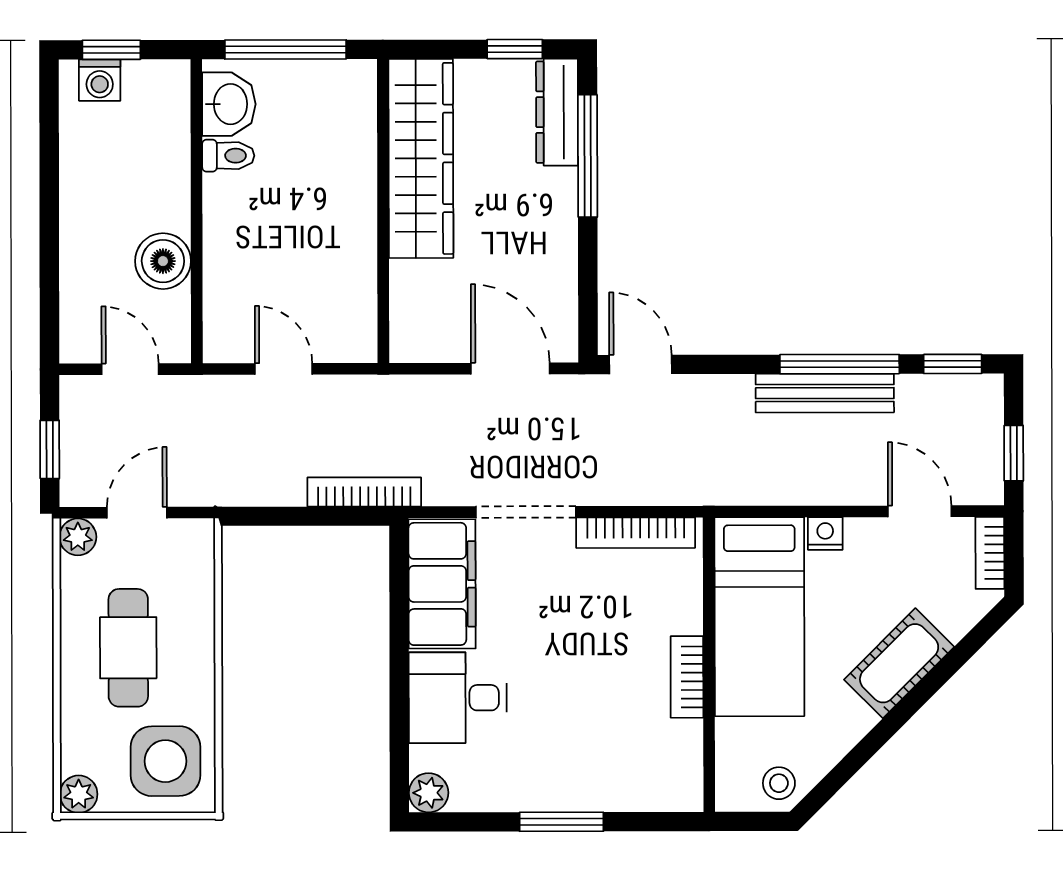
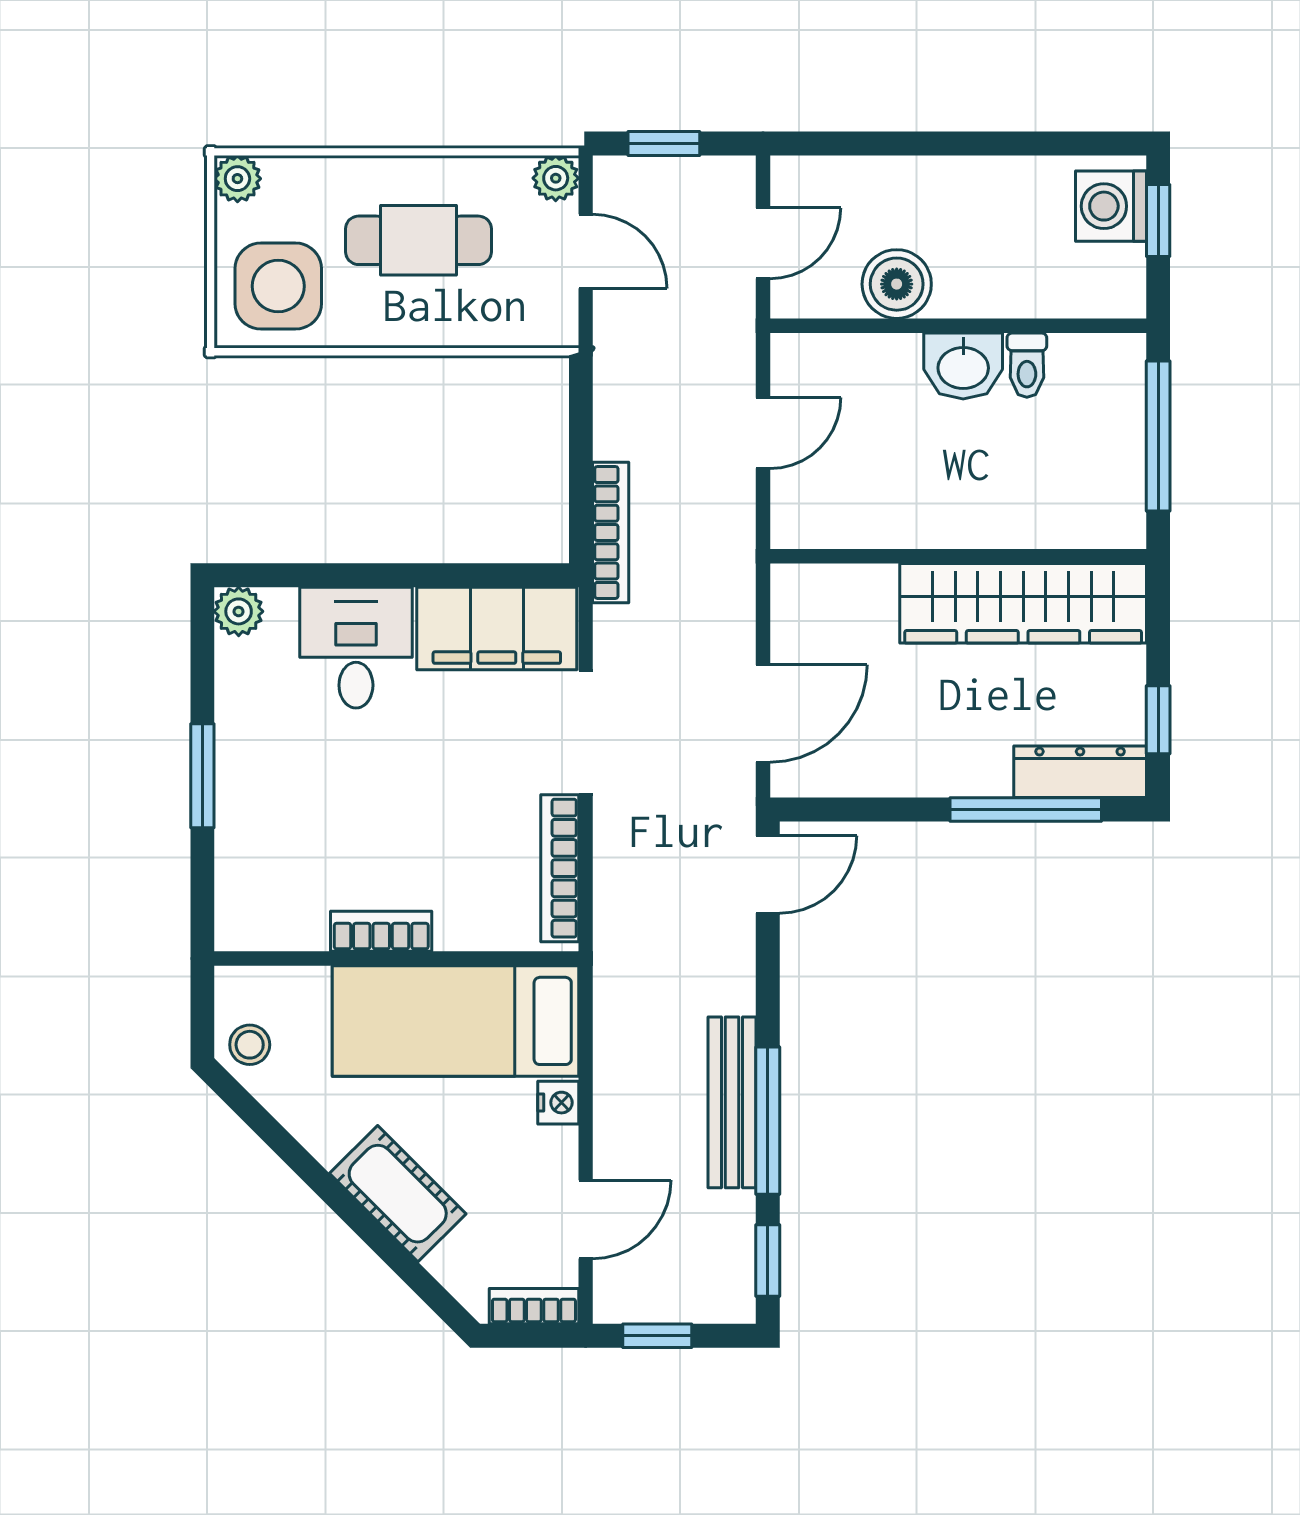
washing machine: (100, 80) -> (1111, 206), width x1.38, depth x1.38
washbasin: (229, 104) -> (963, 366), moved

